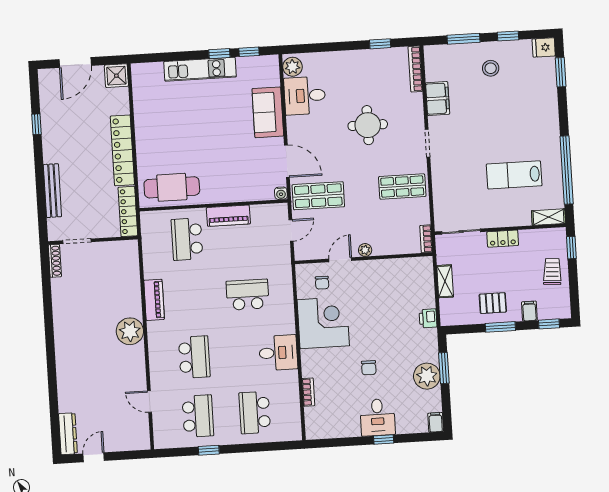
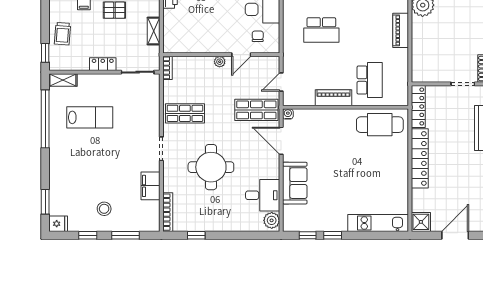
kitchen unit: (200, 69) -> (378, 223), moved
round table: (368, 125) -> (211, 167), width x1.36, depth x1.36

